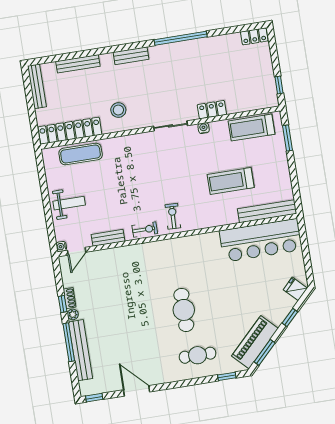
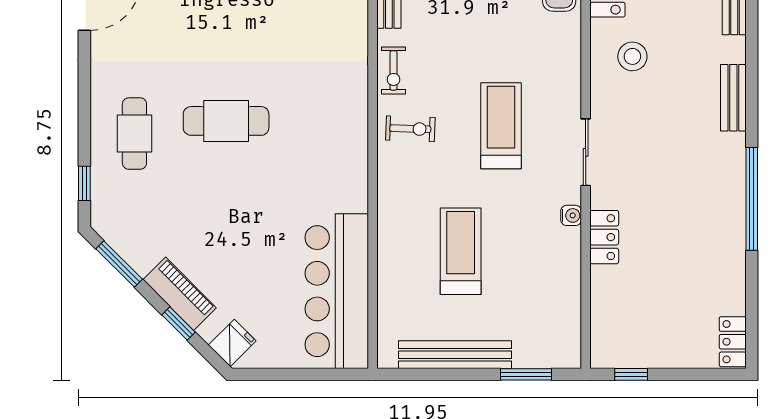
treadmill: (251, 128) -> (501, 126), moved
bench: (267, 211) -> (455, 355), moved, turned 90
piano: (255, 342) -> (180, 294), moved, width x0.73, depth x0.75

